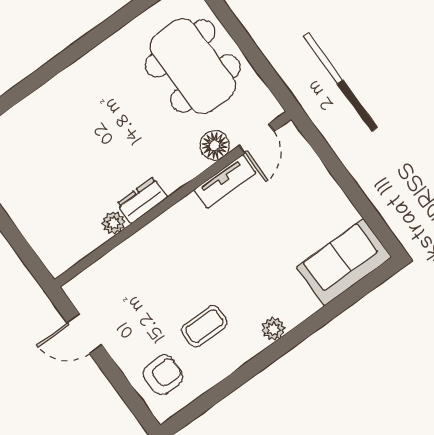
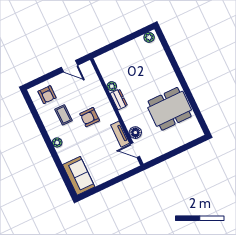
dining table: (193, 66) -> (170, 109), moved
armchair: (198, 262) -> (90, 117), added
door: (85, 334) -> (69, 66), swing flipped

